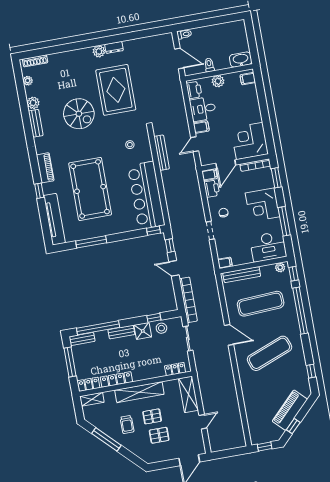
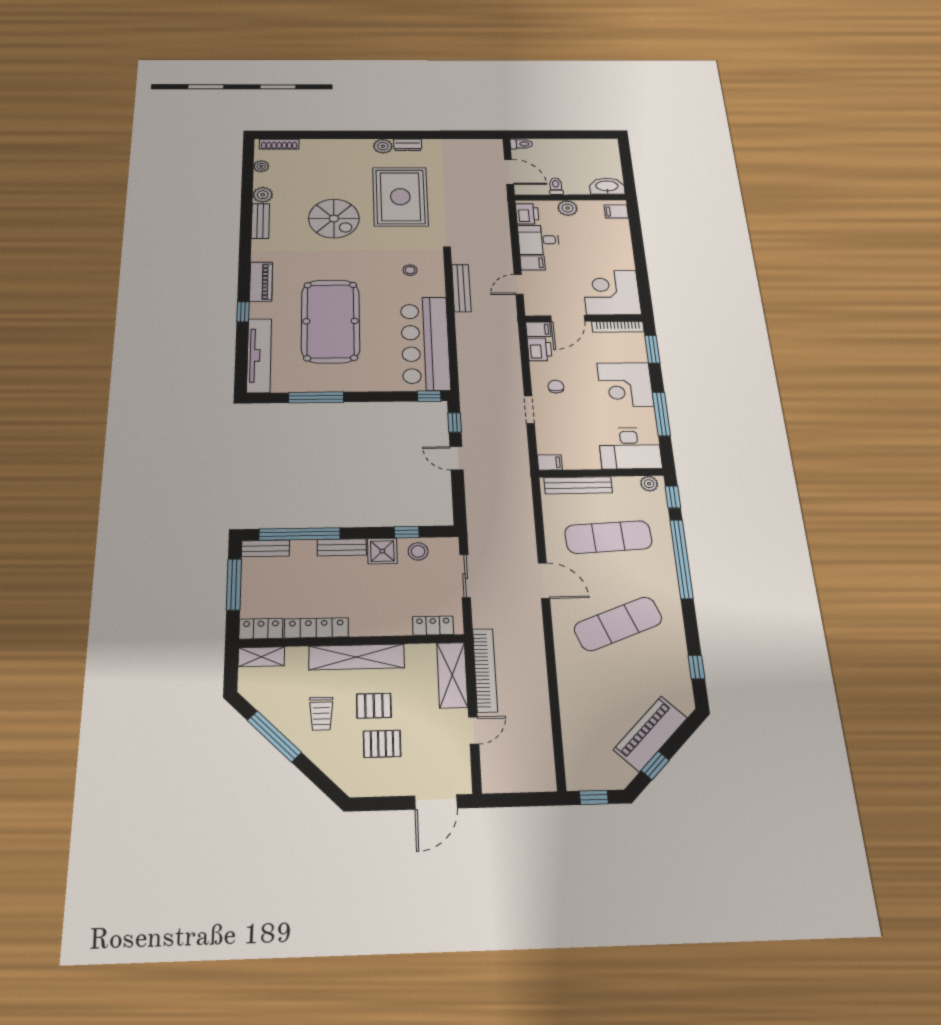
bookcase: (188, 300) -> (485, 670), moved

